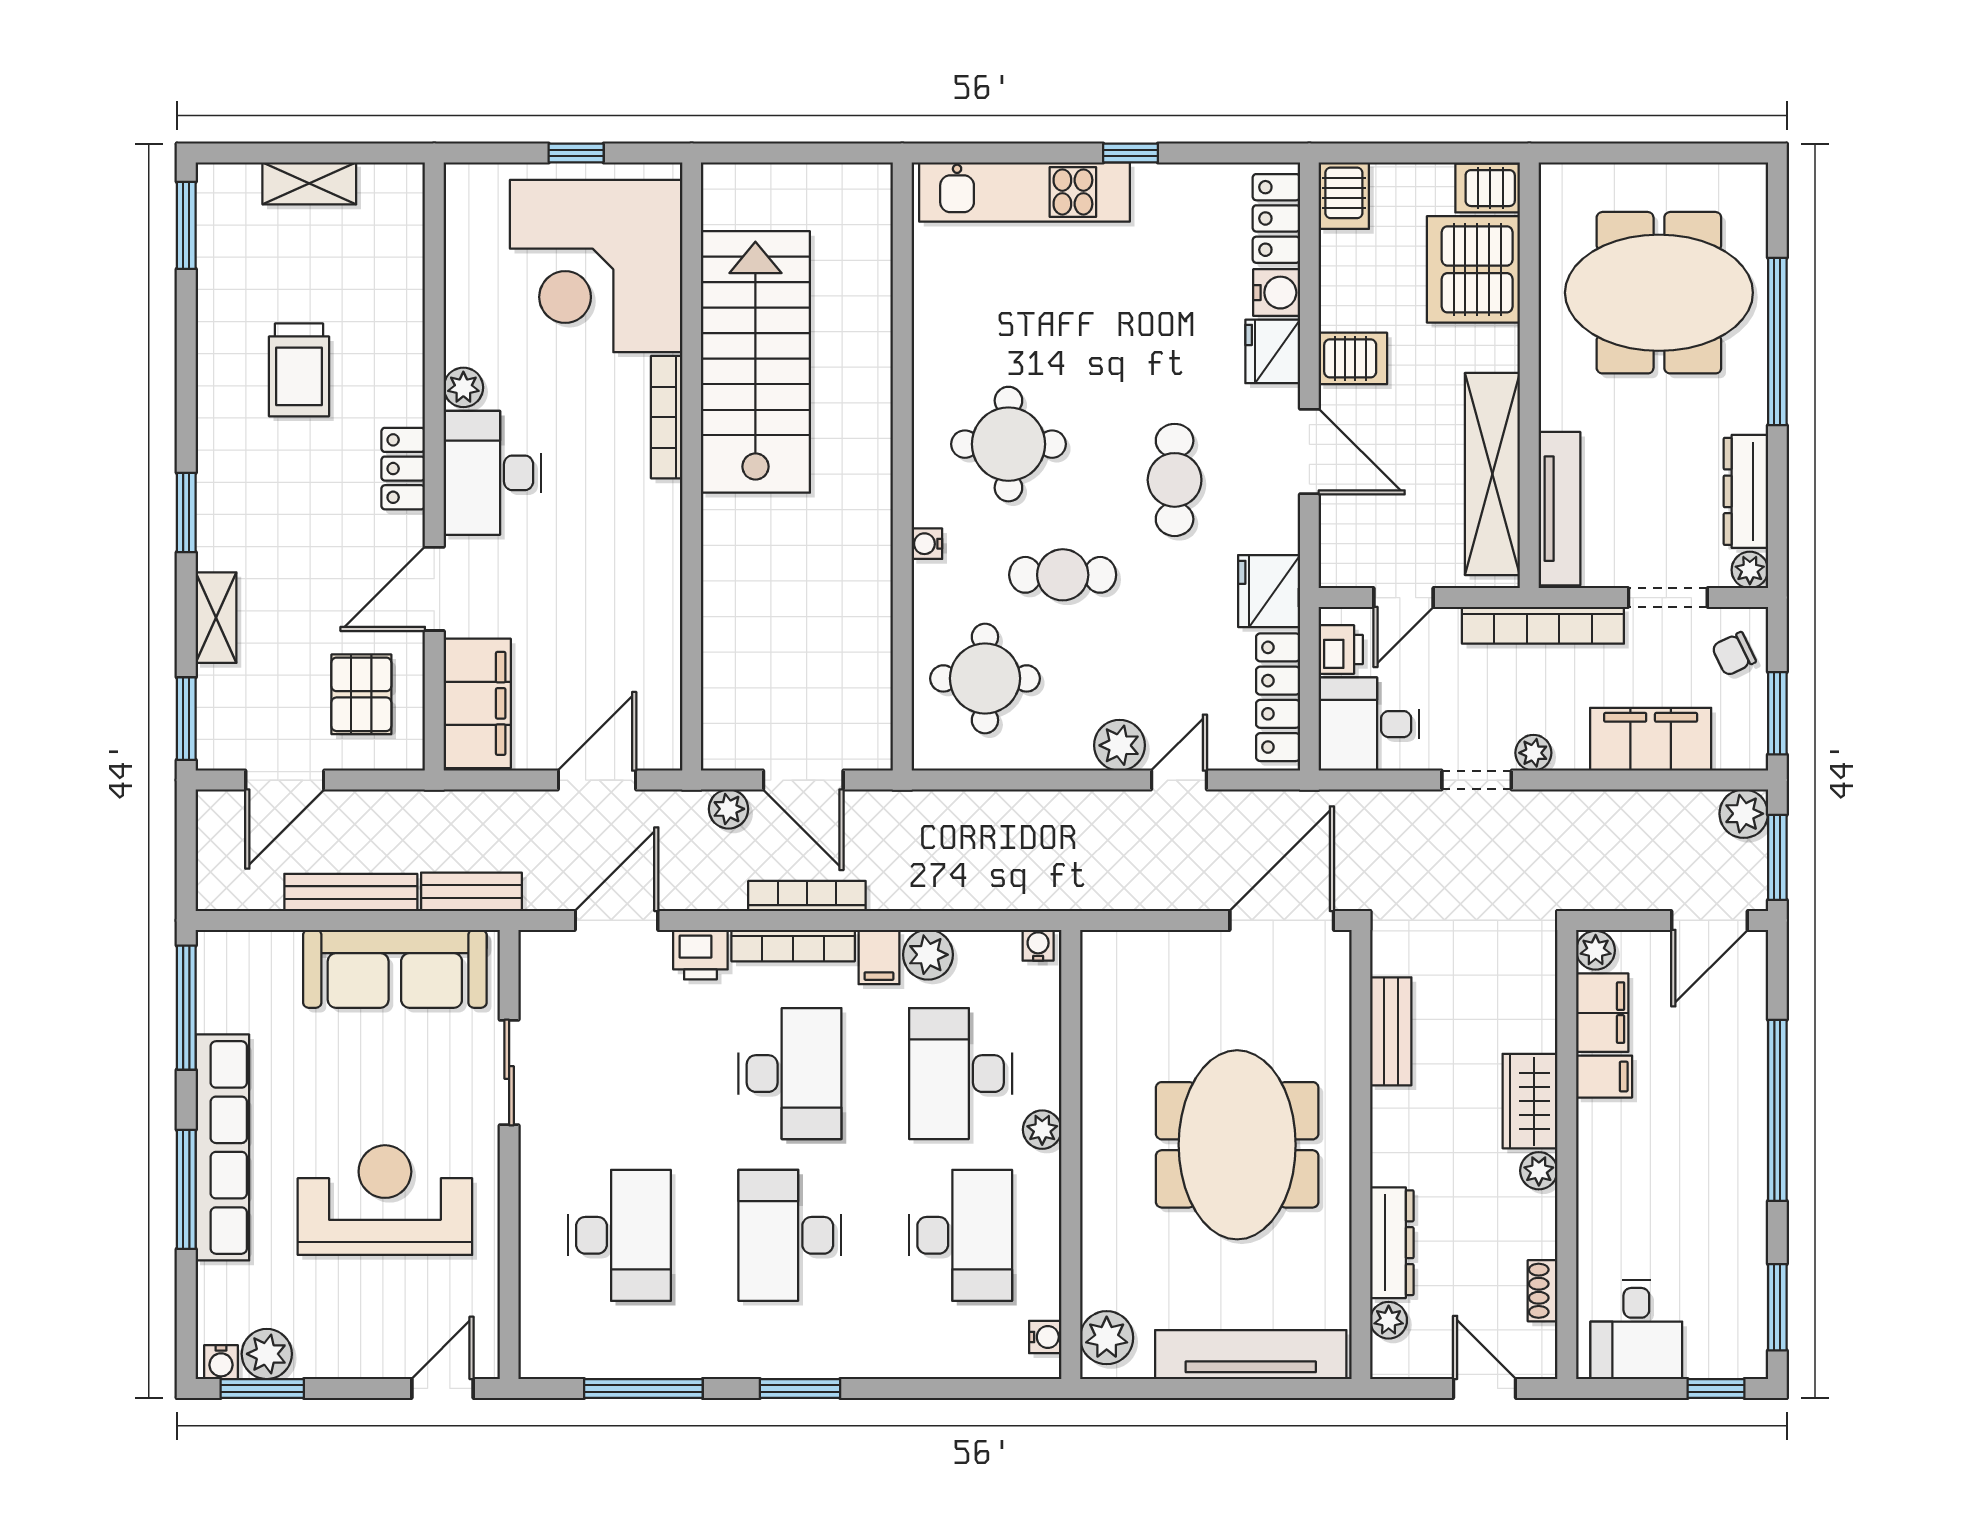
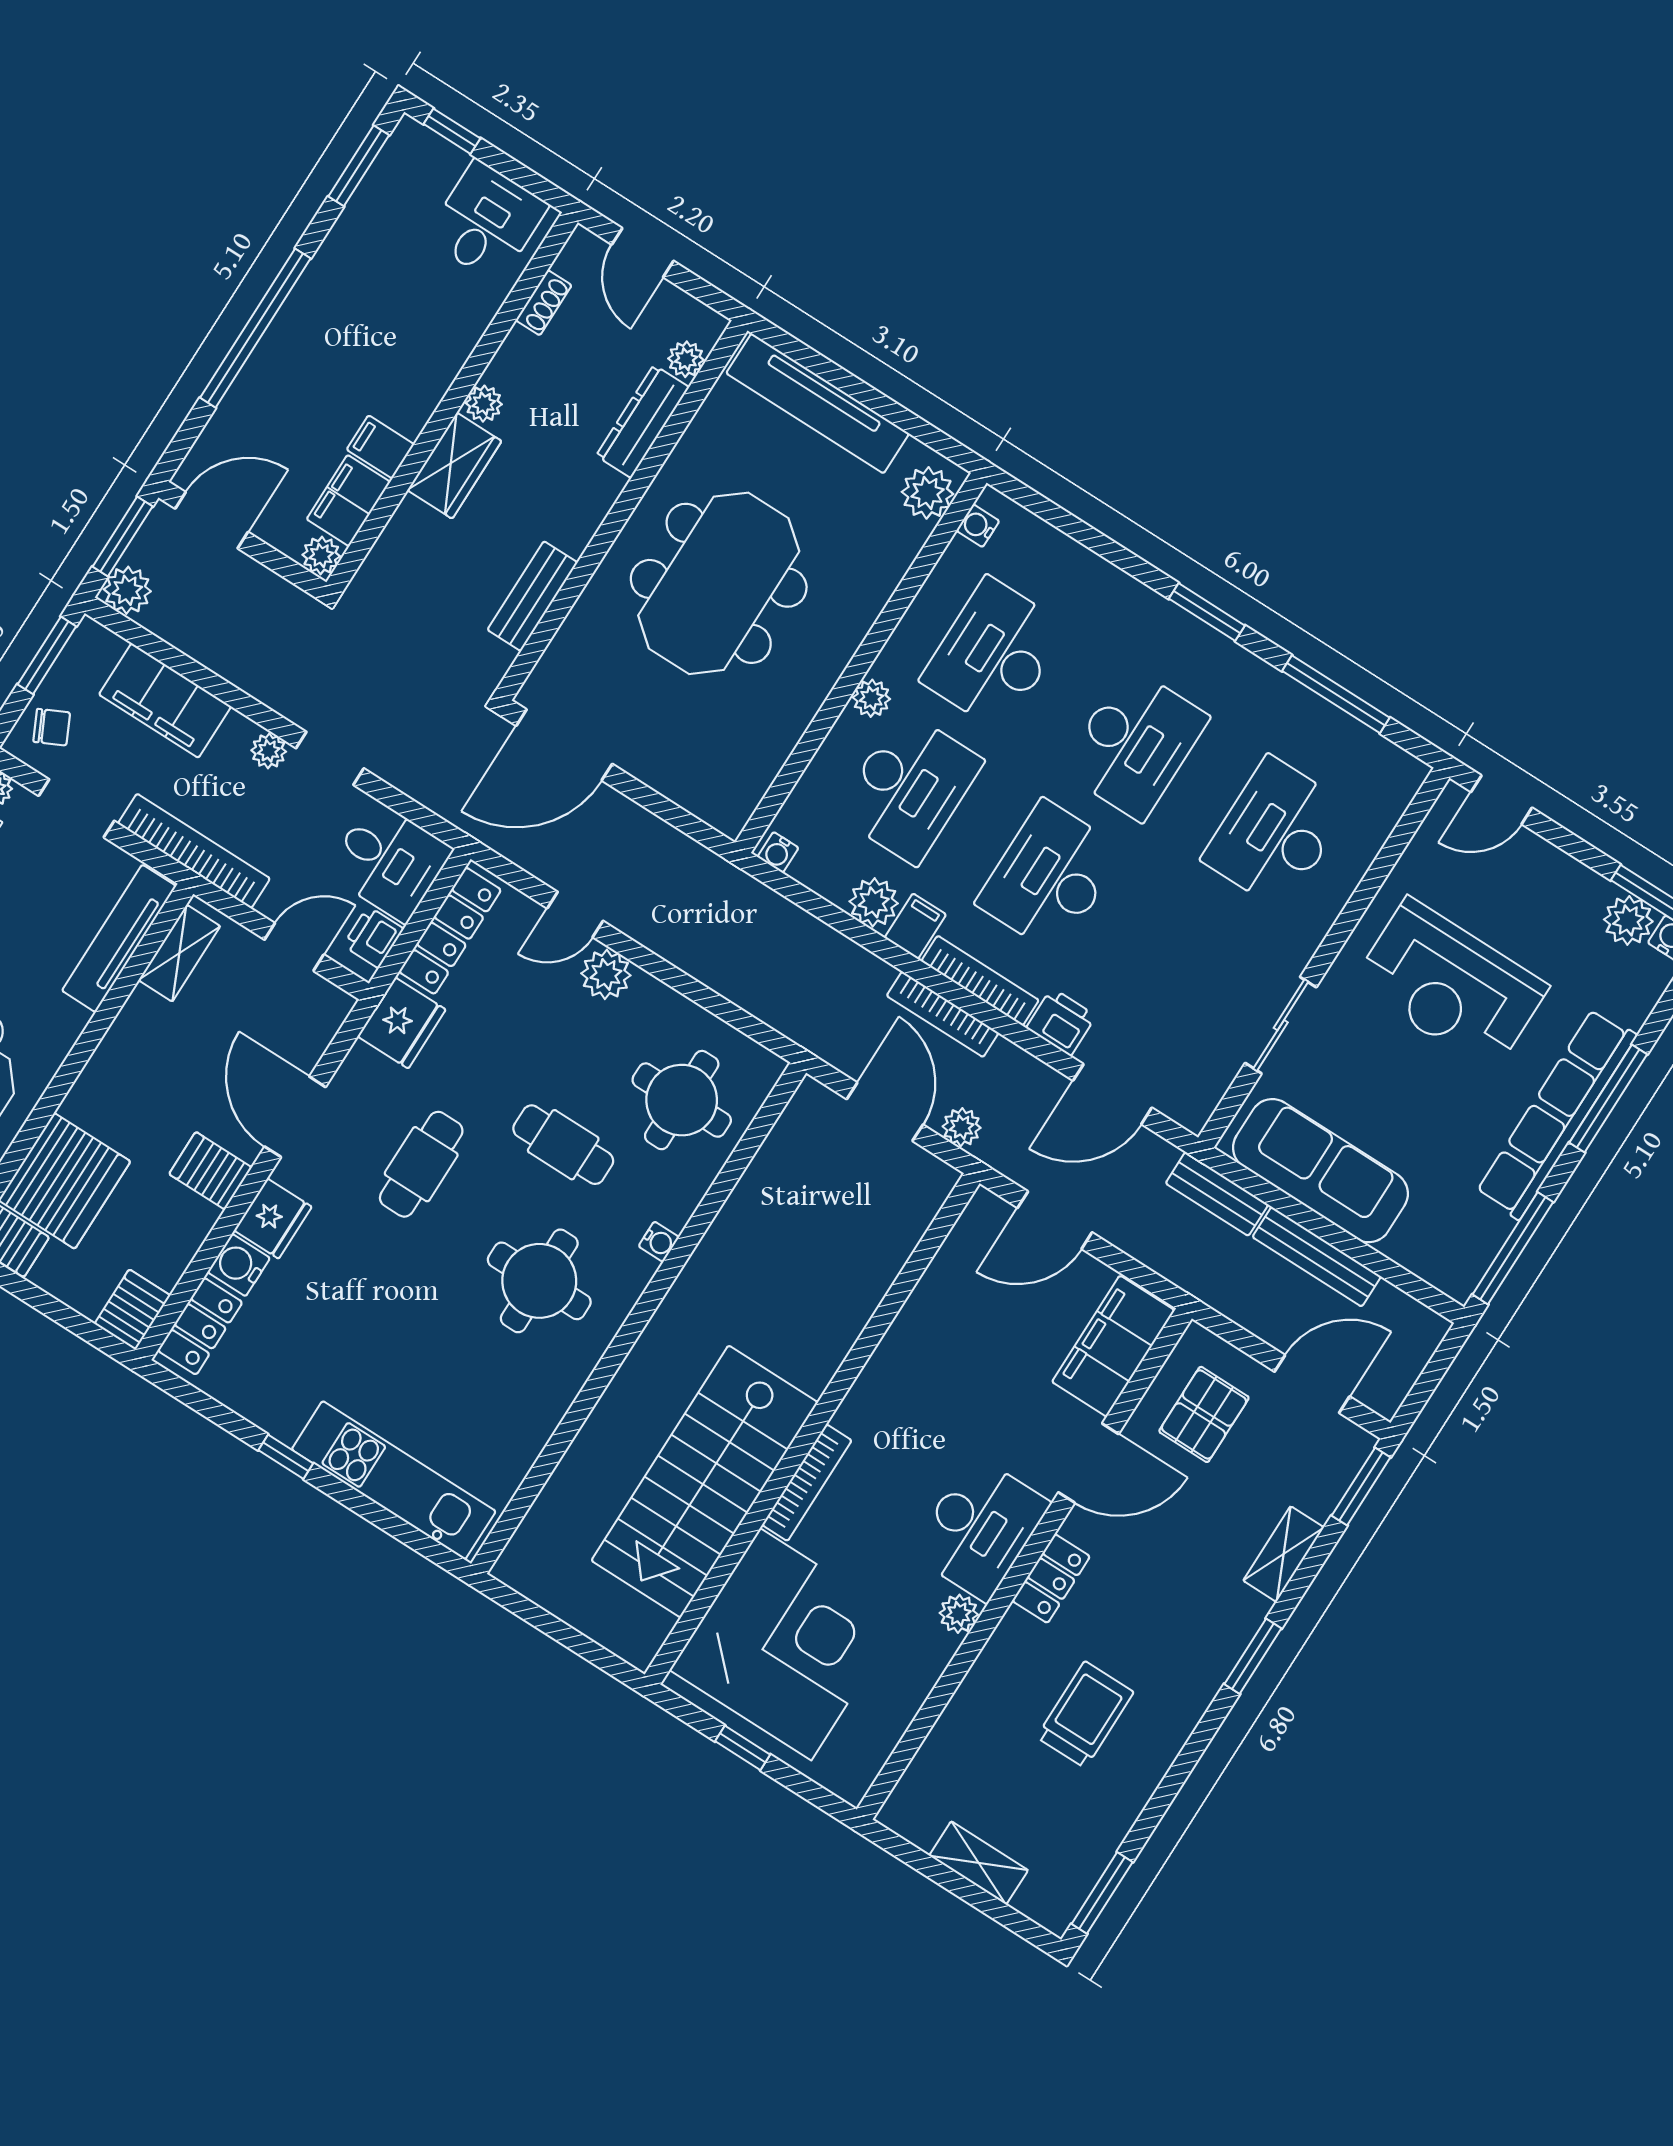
shelving: (1492, 474) -> (179, 953), width x0.45, depth x0.75

